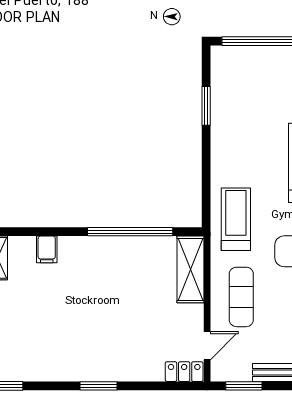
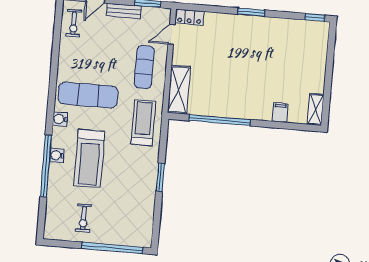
window: (206, 106) -> (160, 177), moved
treadmill: (236, 219) -> (143, 123), turned 180

